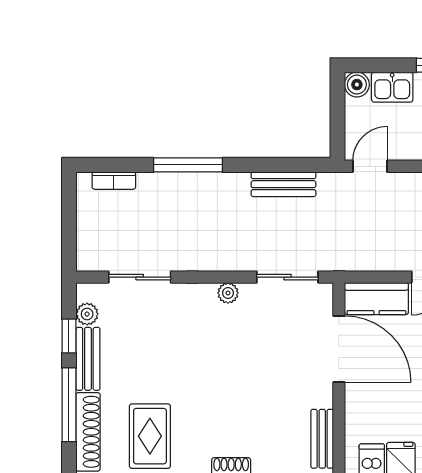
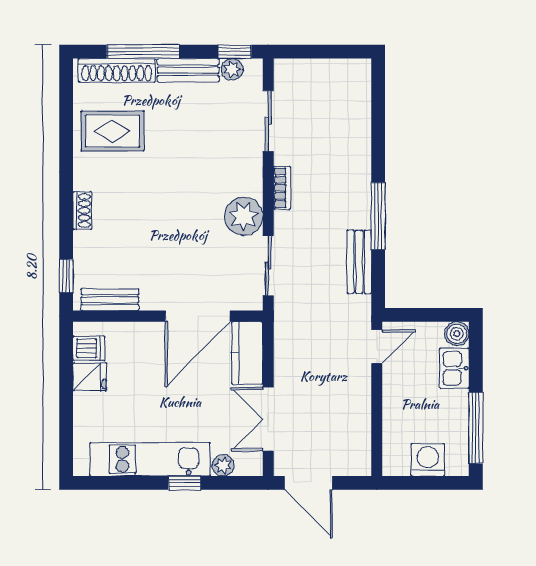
window: (188, 165) -> (378, 216), moved
door: (370, 166) -> (377, 347), hinge flipped
bookcase: (114, 181) -> (282, 188), moved, turned 180
plant: (228, 293) -> (244, 216), width x1.88, depth x1.88
window: (69, 336) -> (235, 52), moved

